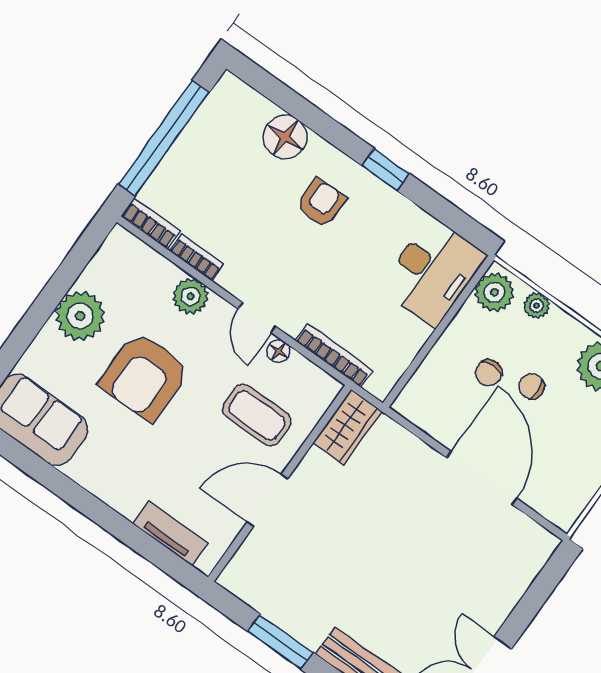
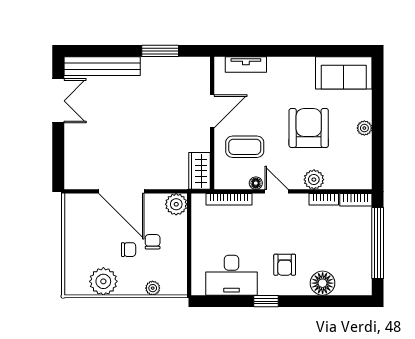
desk: (433, 272) -> (231, 275), moved, turned -90
plant: (494, 292) -> (176, 204), moved
plant: (80, 316) -> (364, 128), width x0.53, depth x0.53

